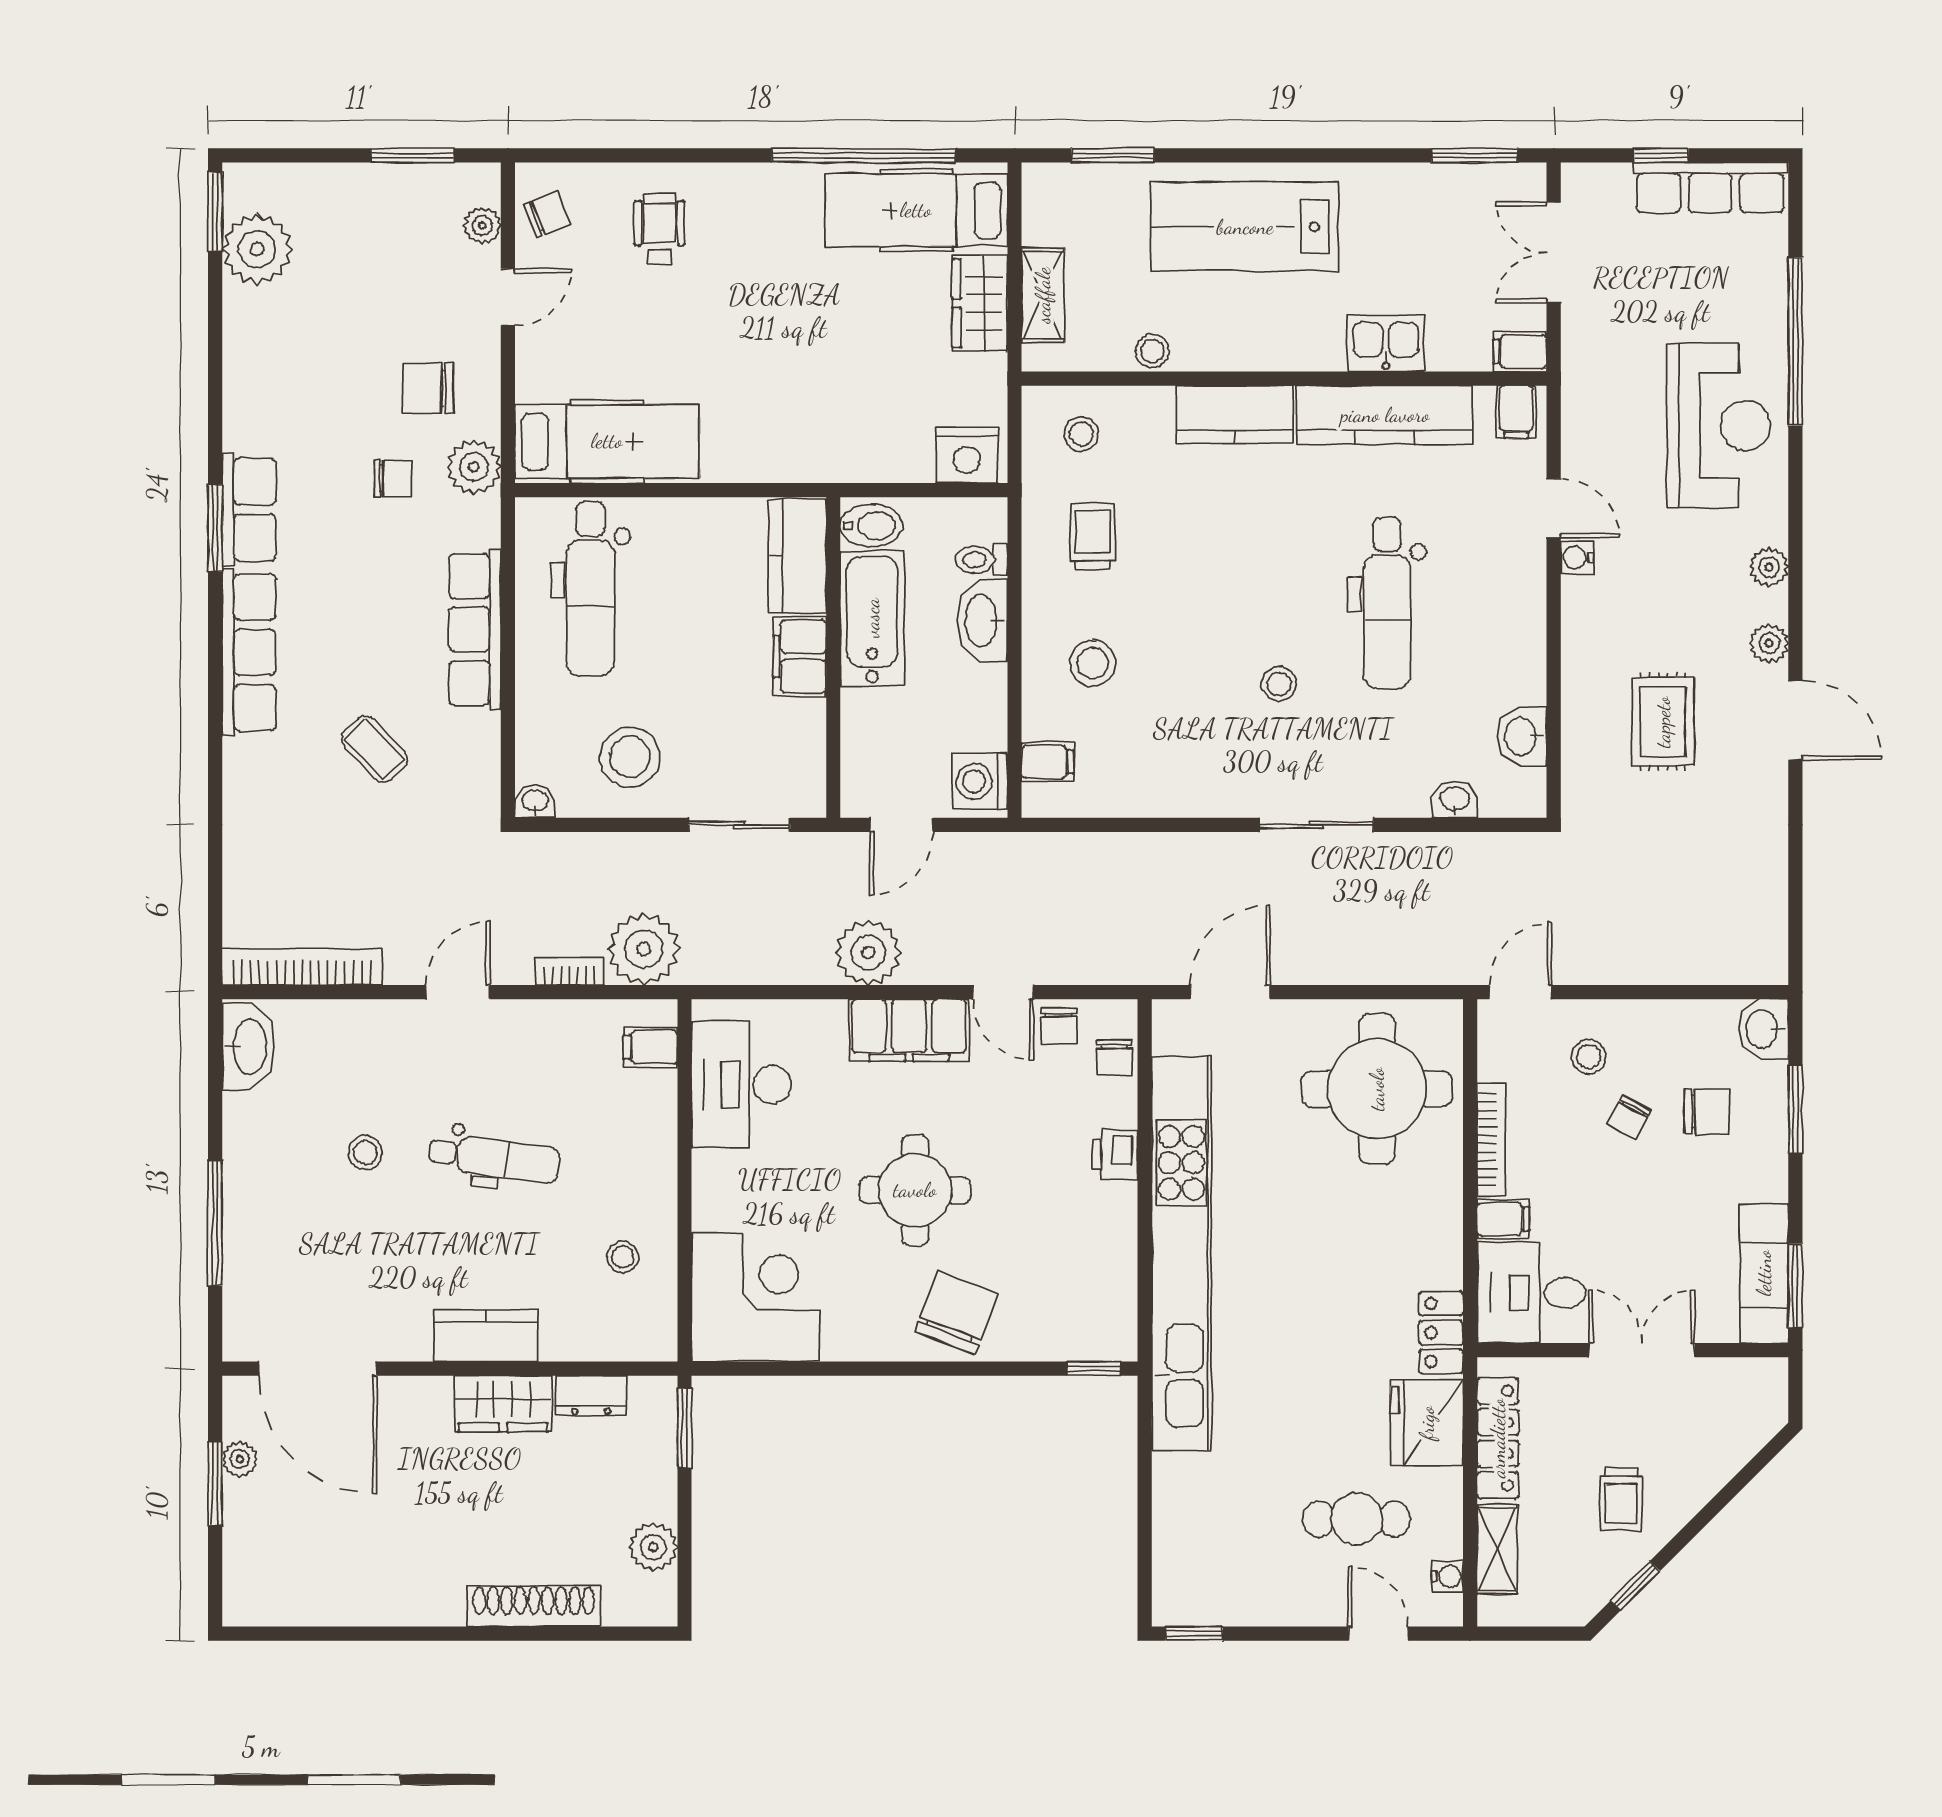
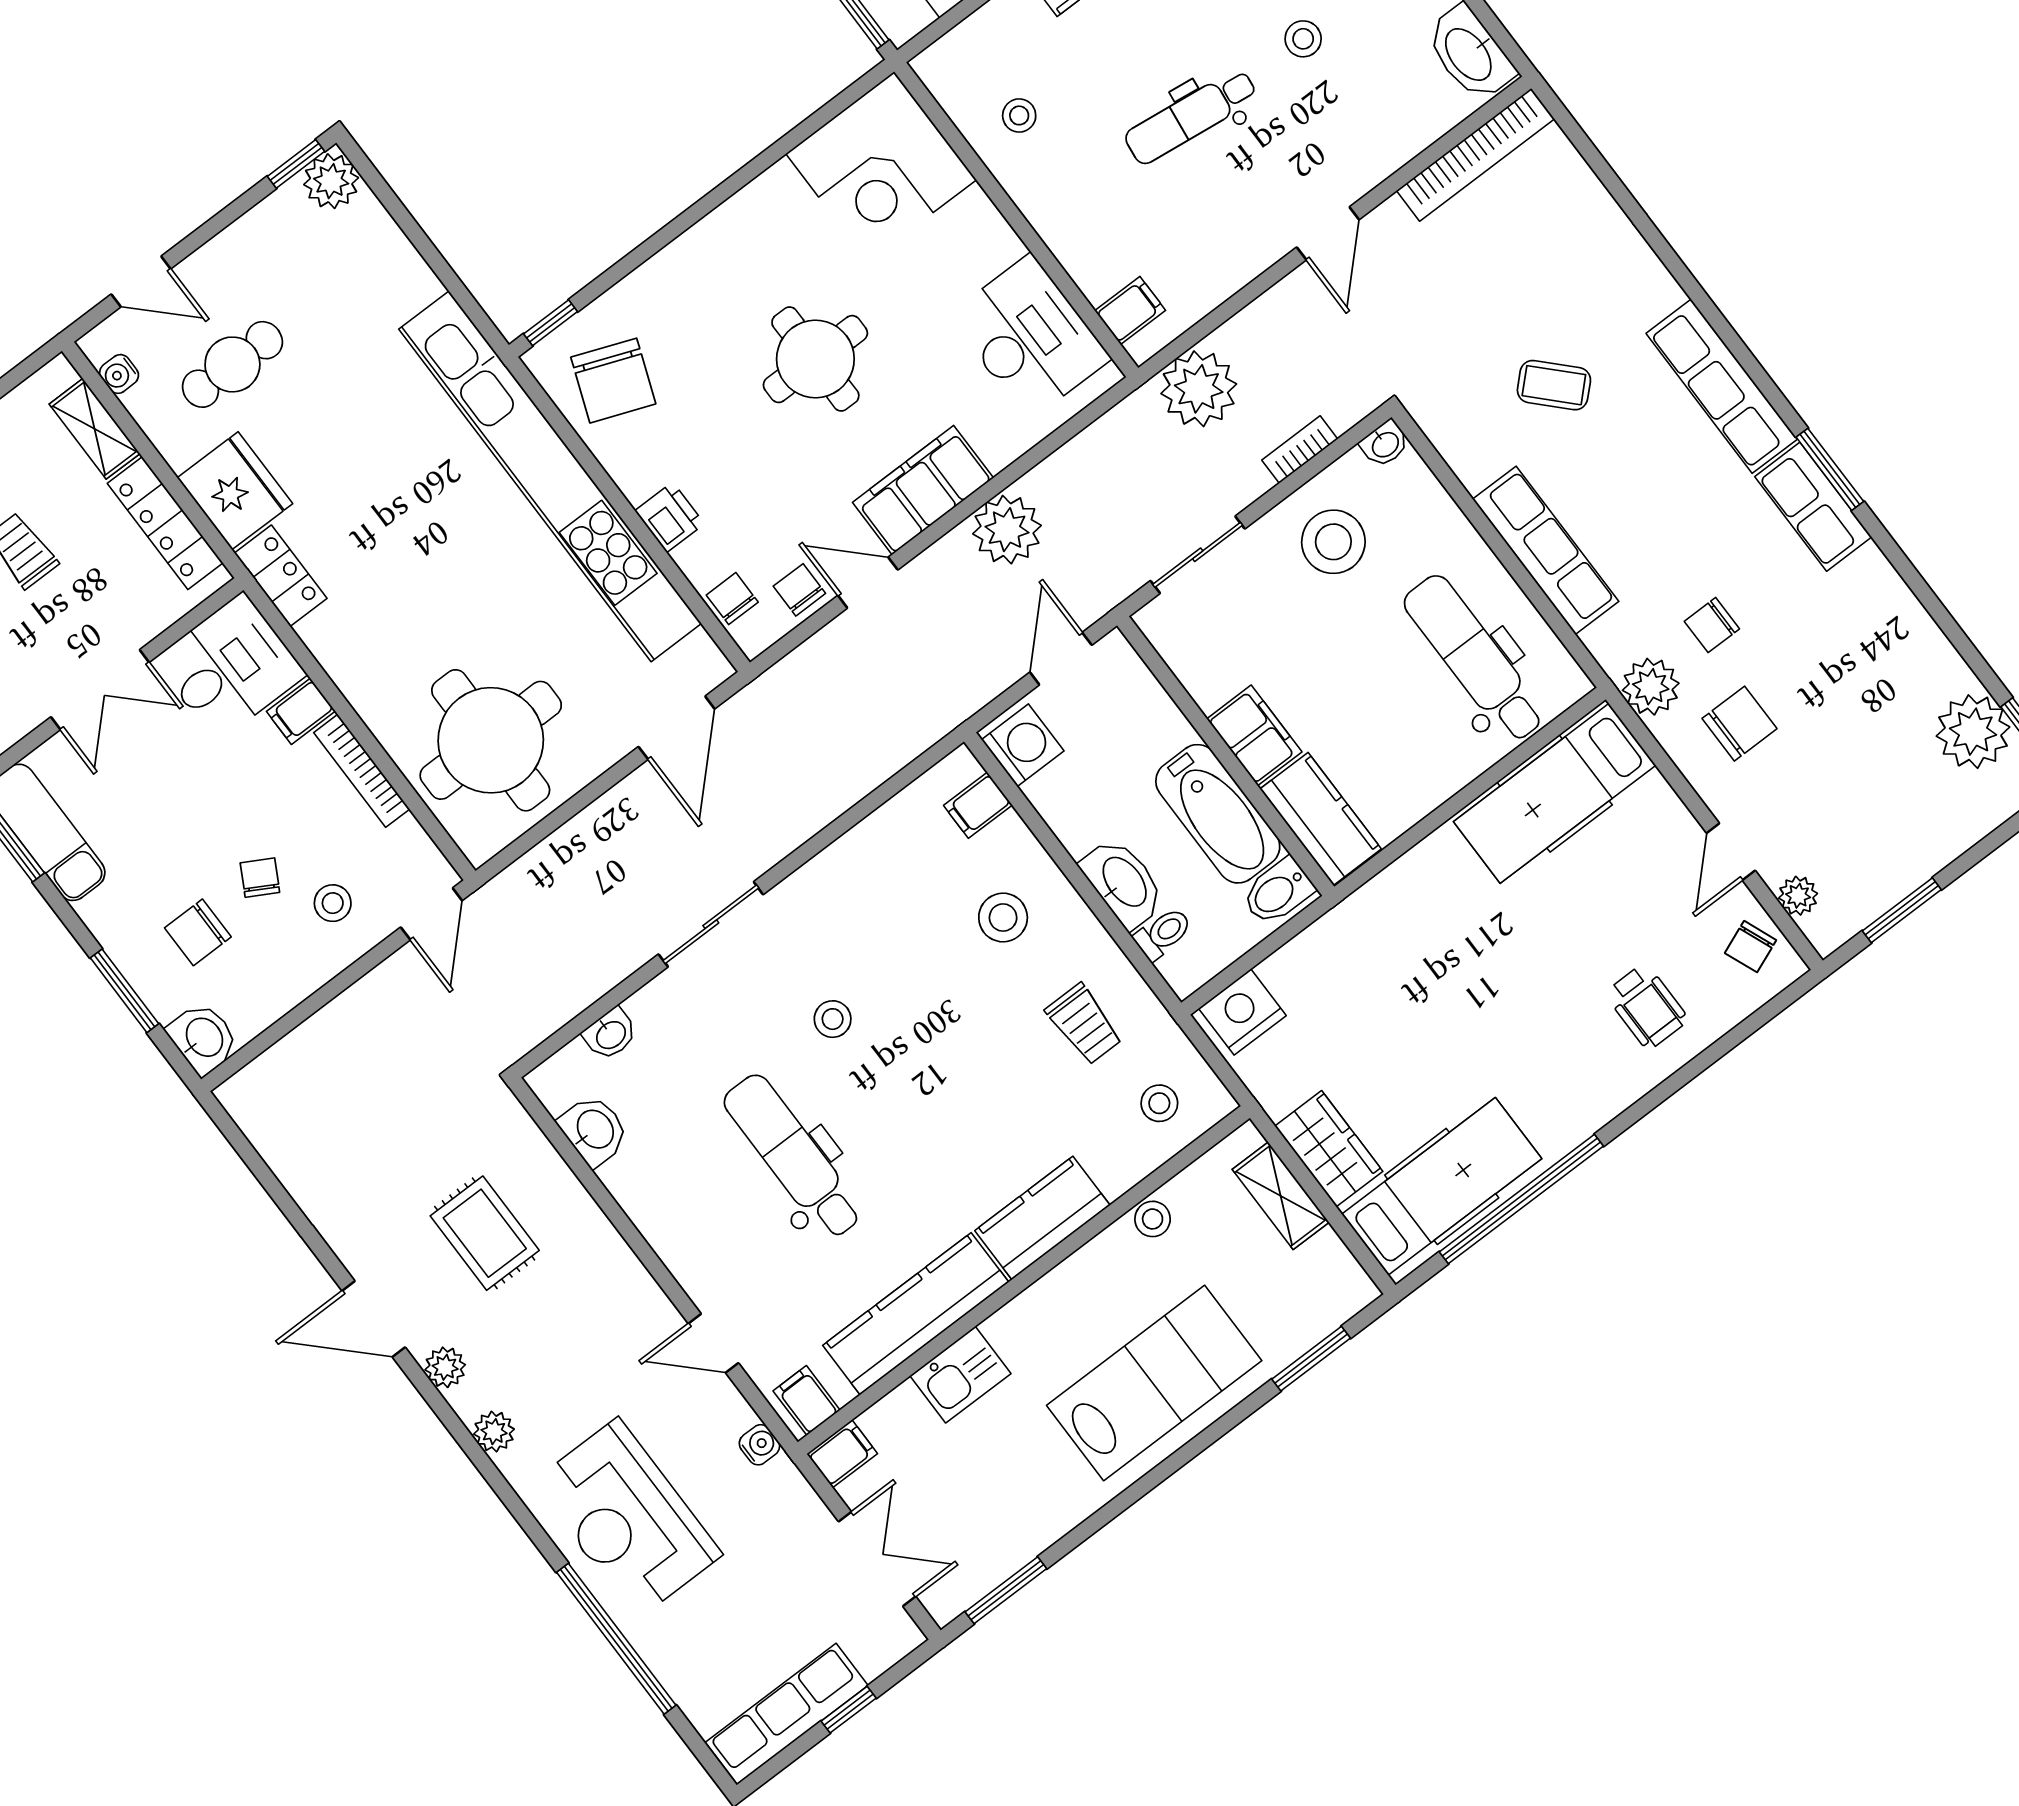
water cooler: (1577, 557) -> (759, 1445), moved
bookcase: (569, 971) -> (1300, 450), moved, turned 180
chair: (956, 1313) -> (613, 381), moved
plant: (1178, 1600) -> (331, 181), added

